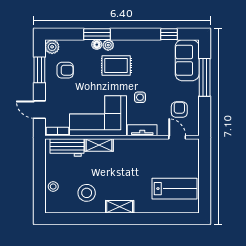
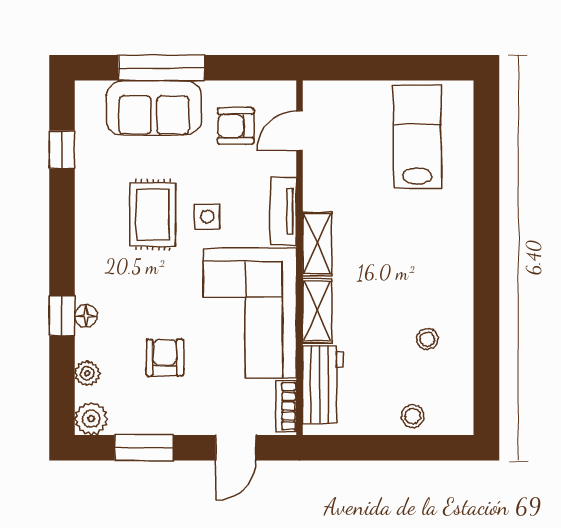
window: (97, 34) -> (62, 315), width x0.67
plant: (108, 45) -> (87, 373), moved
sofa: (187, 60) -> (154, 108), moved
rug: (116, 65) -> (153, 215), moved
armchair: (65, 70) -> (165, 358), moved
stool: (87, 193) -> (427, 339), width x0.53, depth x0.53
shelving: (120, 207) -> (317, 244), moved

